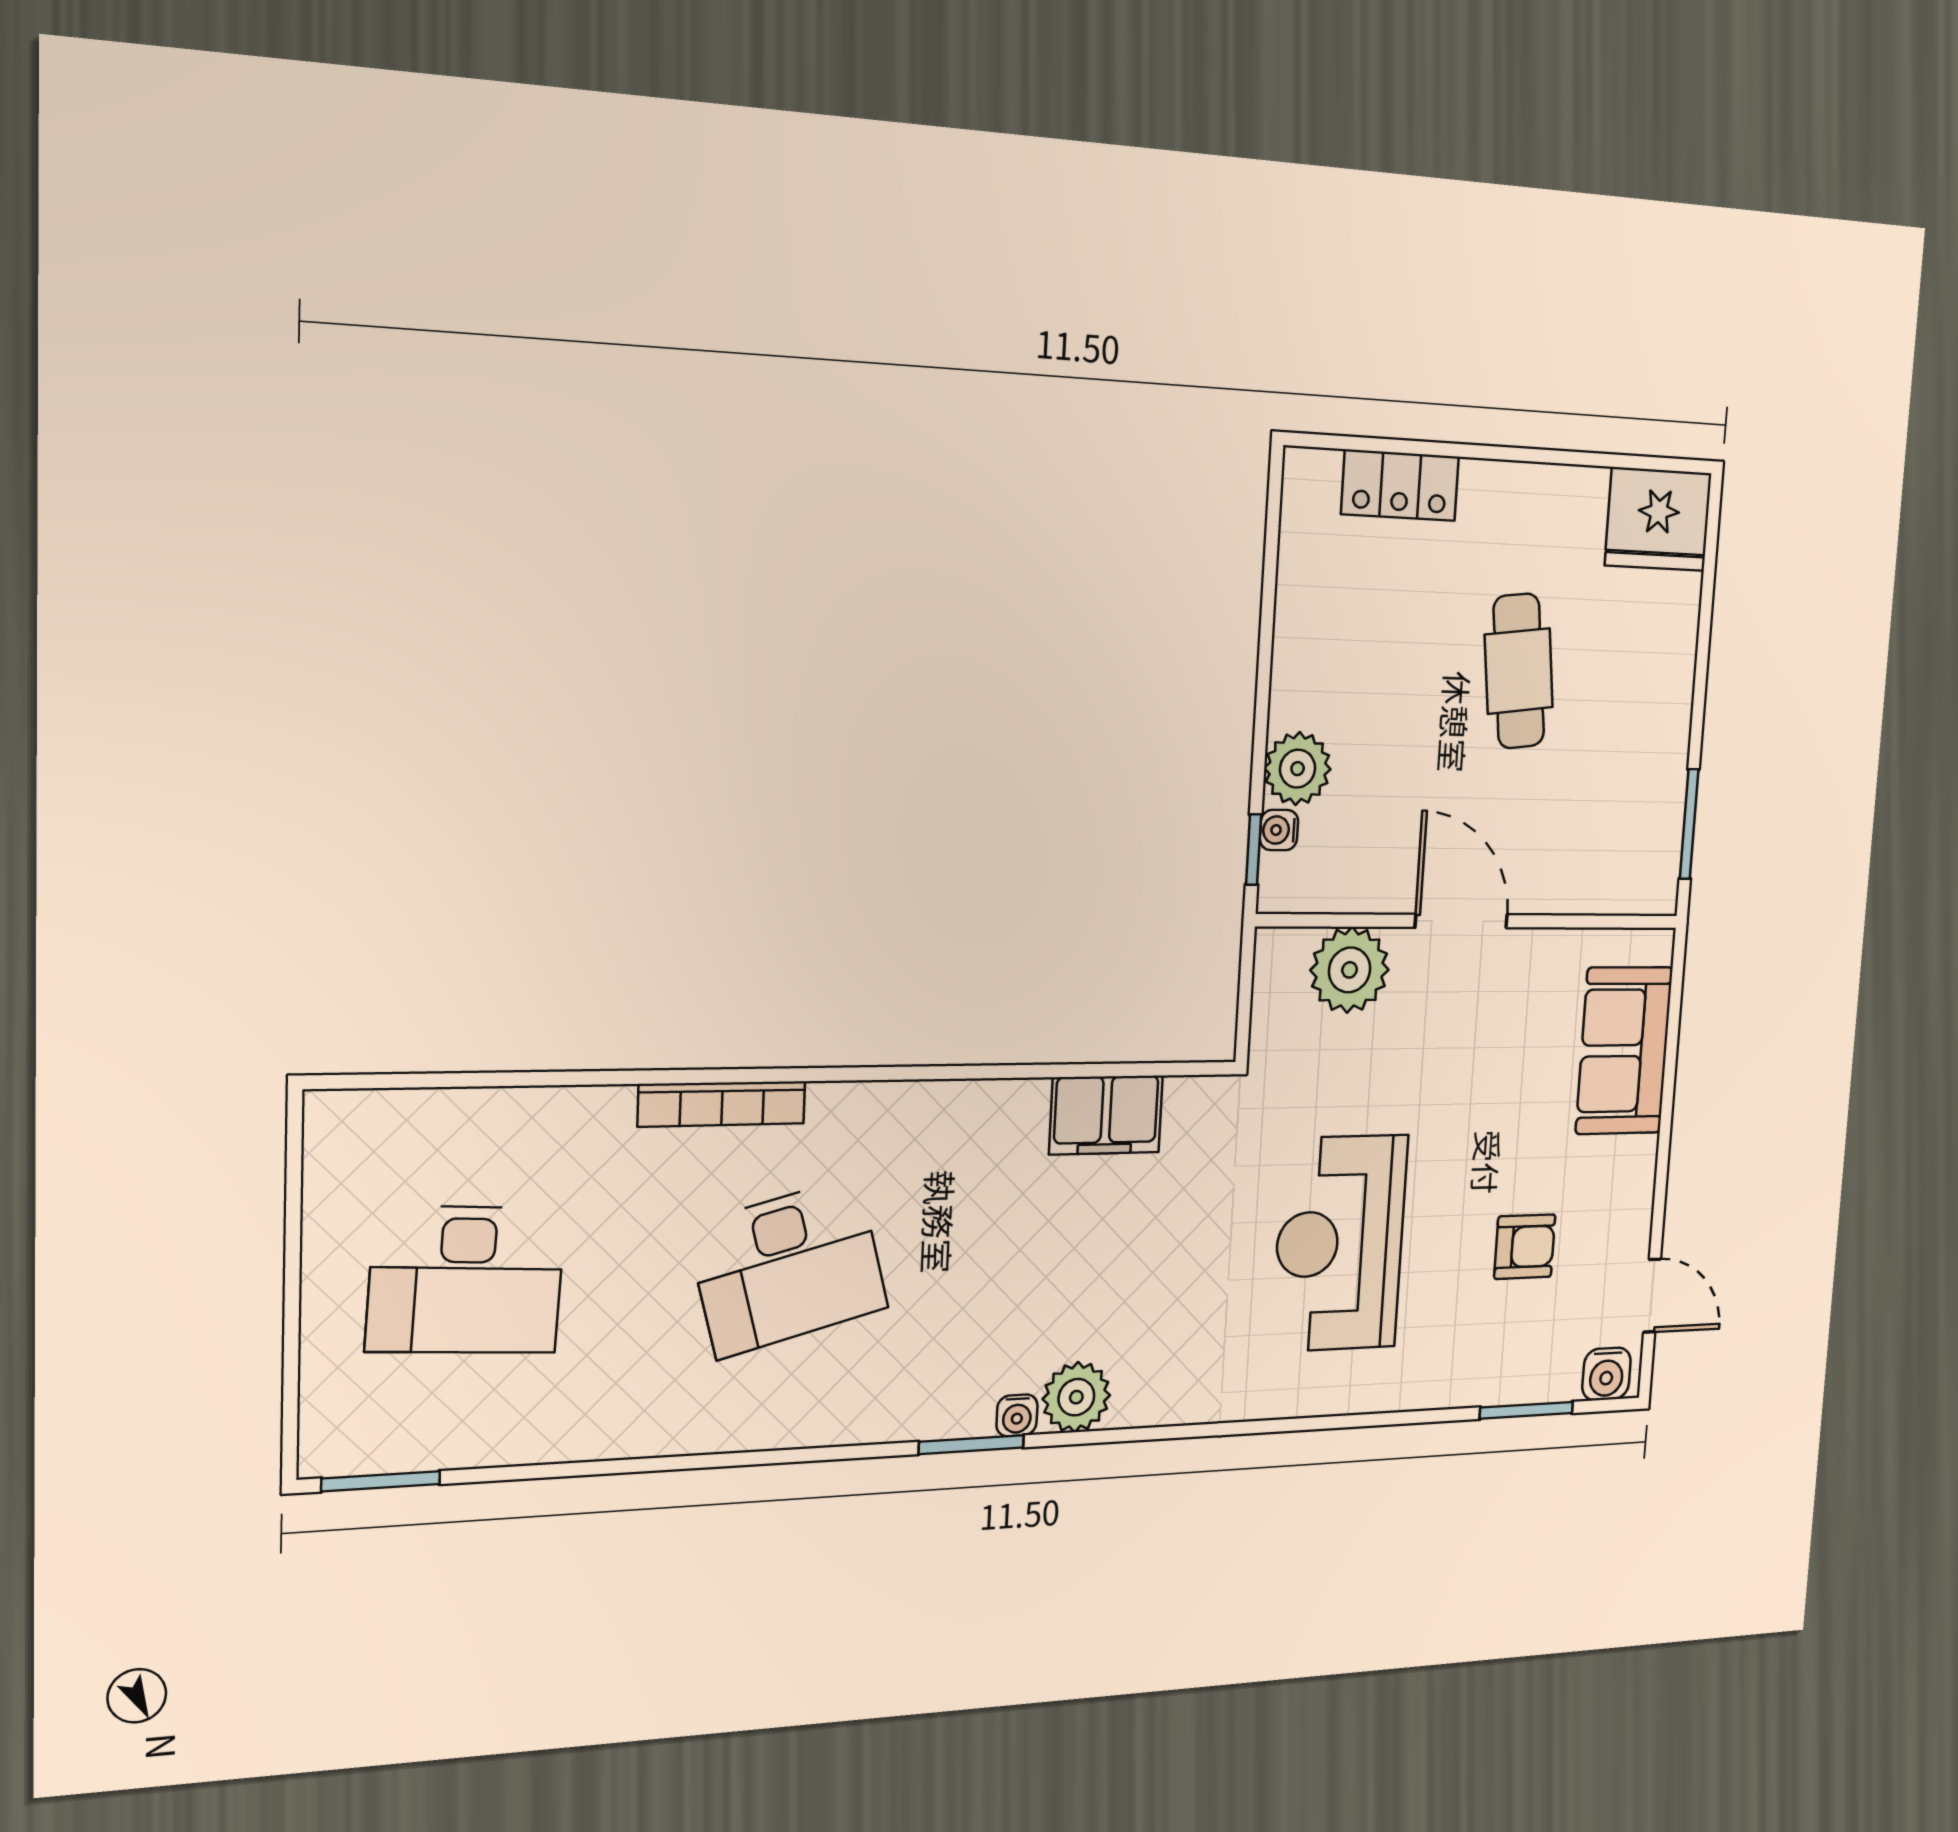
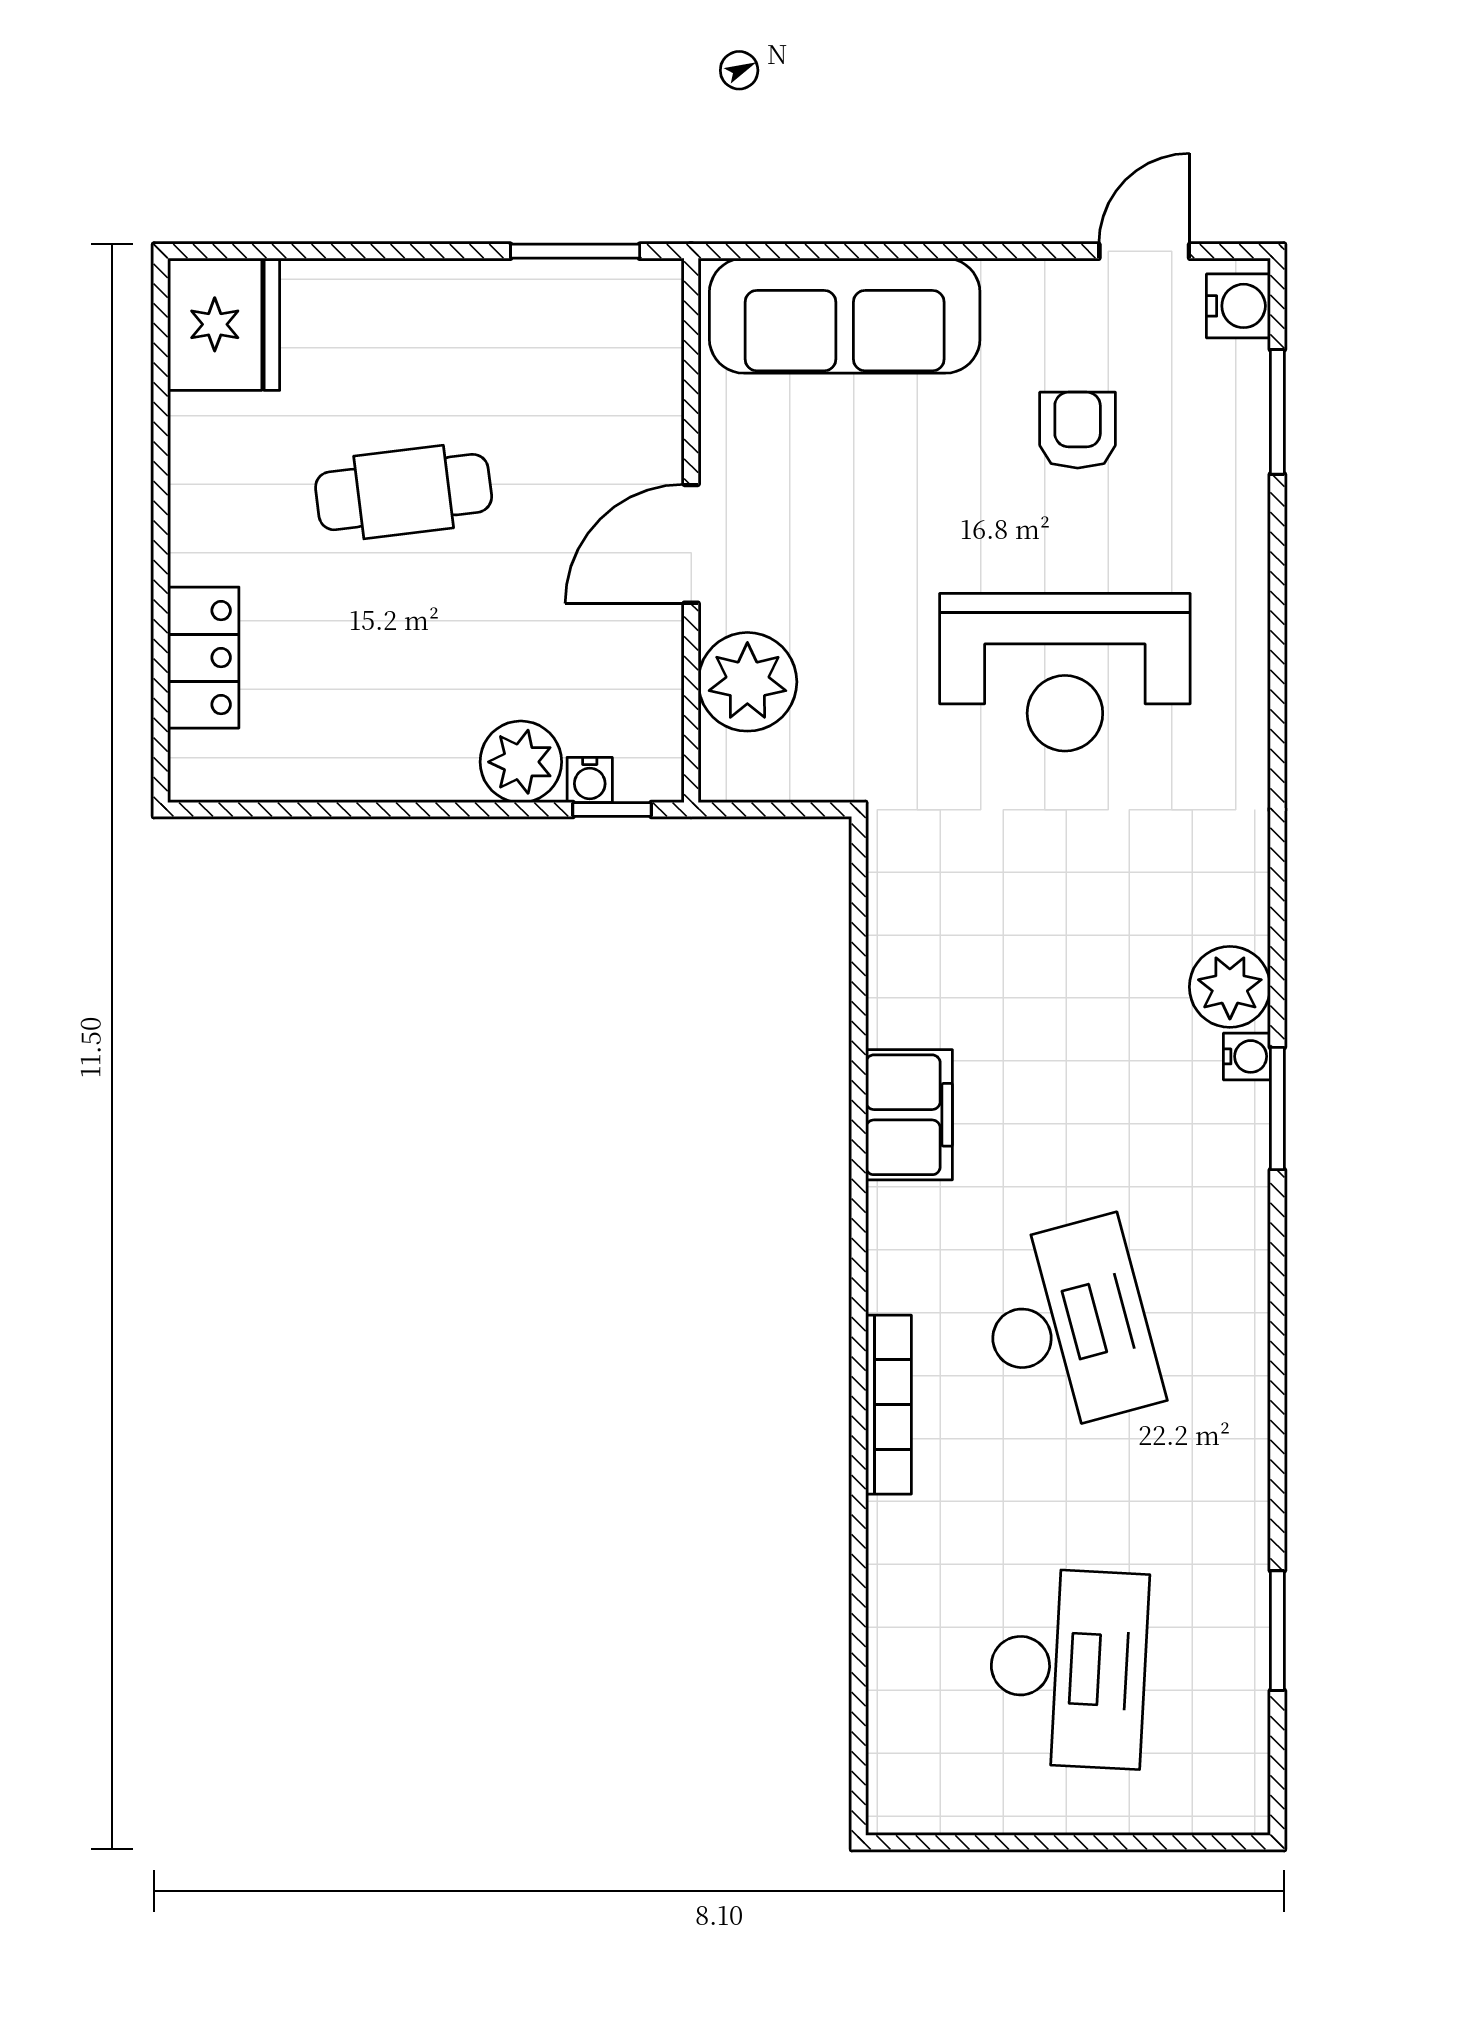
sofa: (1624, 1051) -> (845, 316), width x1.36
filing cabinet: (1106, 1115) -> (909, 1115), moved
window: (381, 1481) -> (1277, 1631), moved

